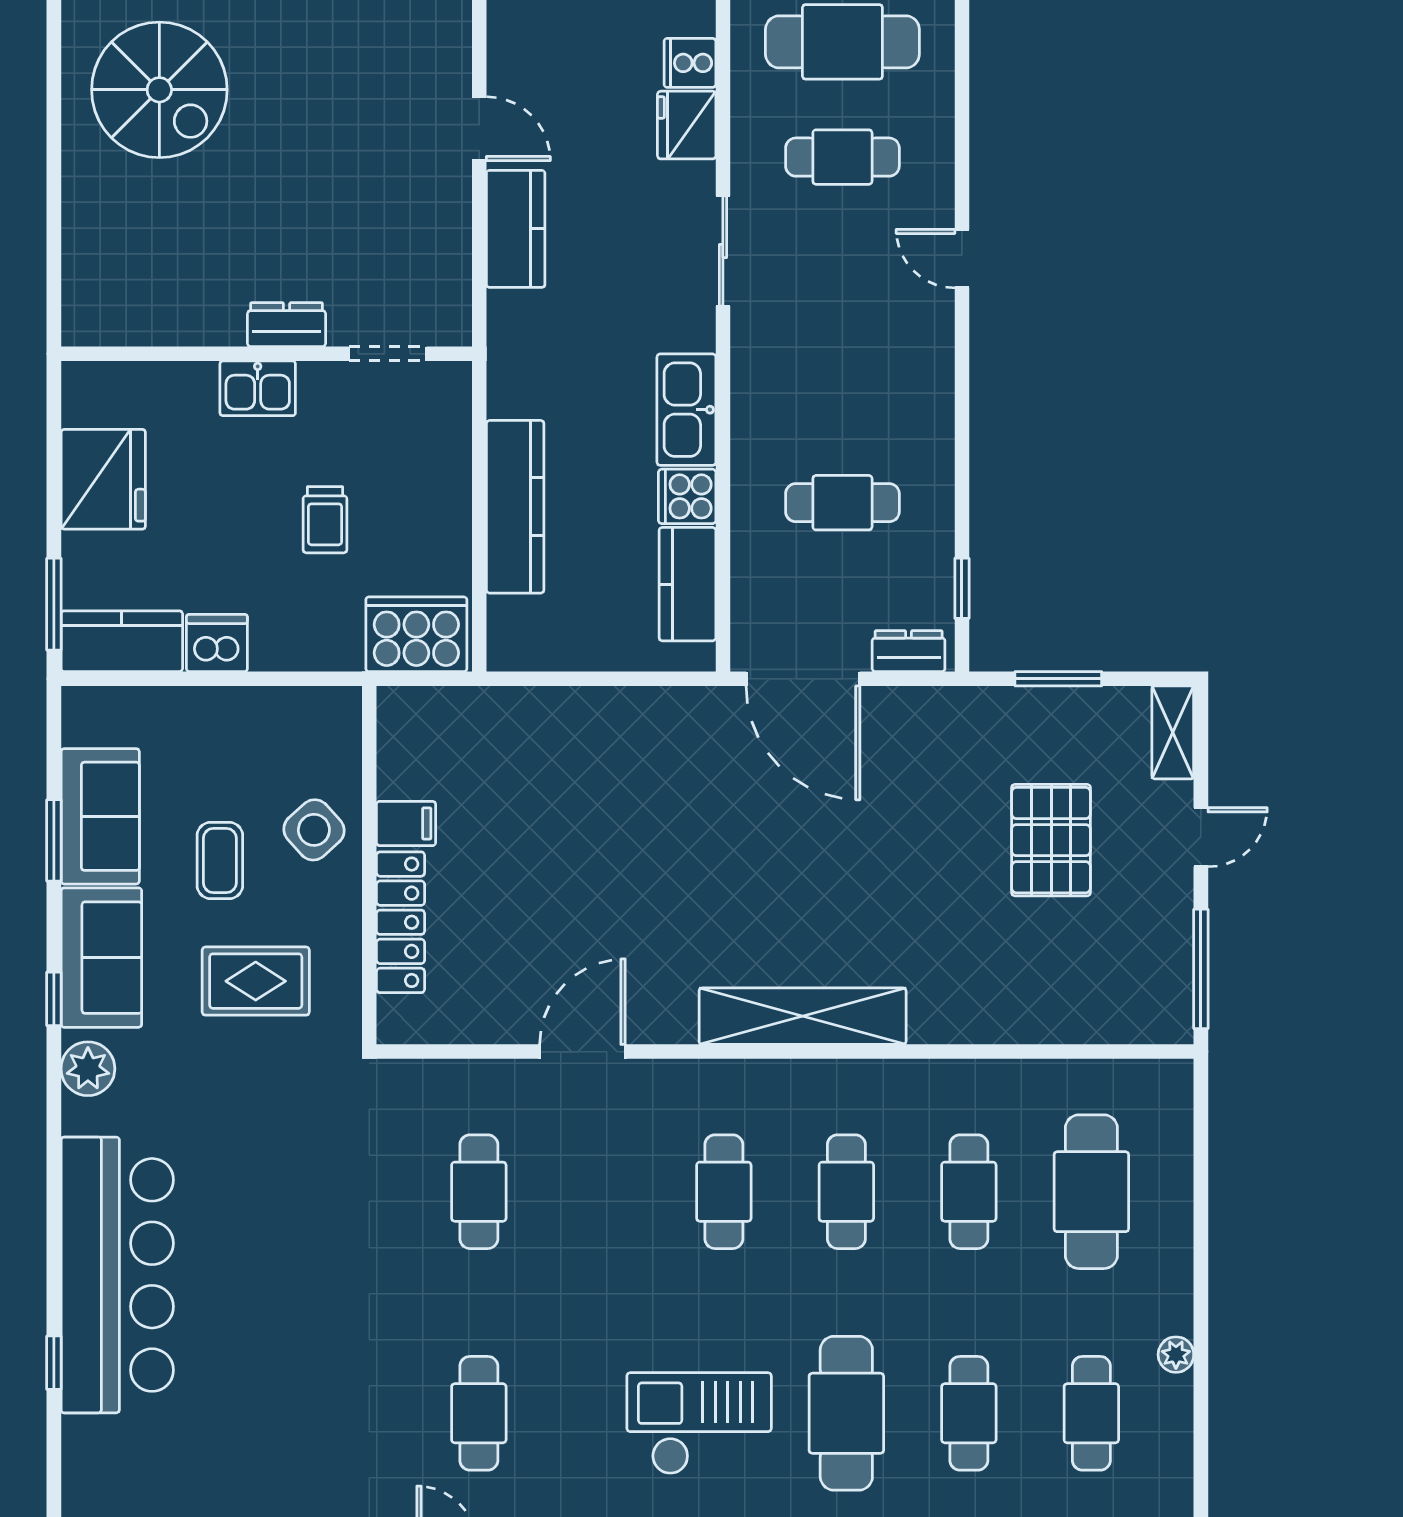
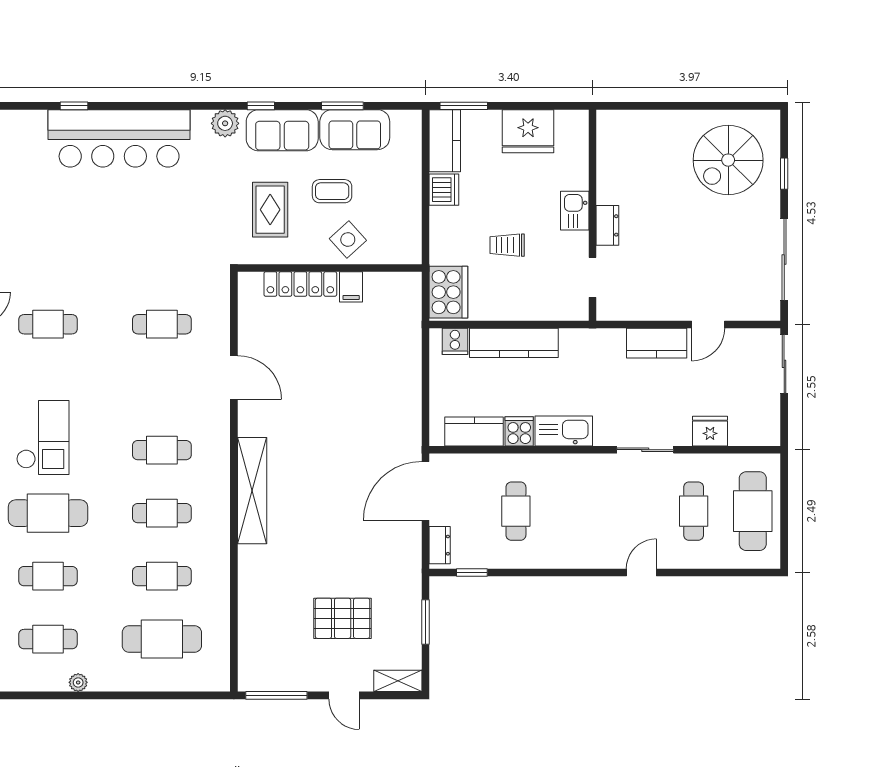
cooker: (690, 63) -> (455, 341), moved, turned 180

